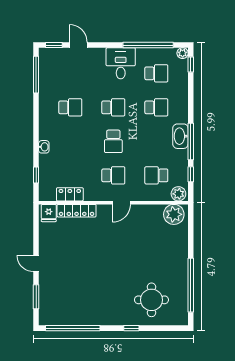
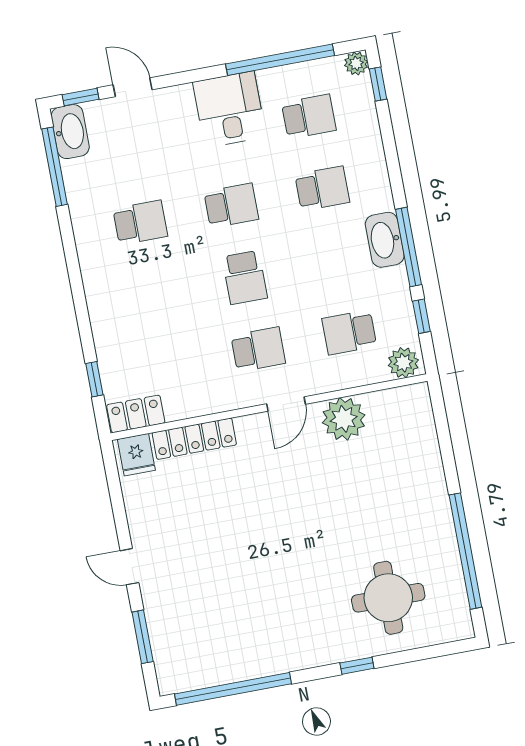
washbasin: (44, 147) -> (70, 132), moved, width x1.91, depth x1.45
locker: (70, 194) -> (136, 414), moved
plant: (174, 214) -> (344, 419), moved

